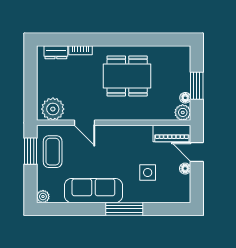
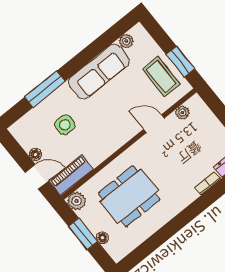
dining table: (127, 76) -> (129, 196), moved
floor lamp: (185, 98) -> (103, 238), moved
plant: (53, 109) -> (182, 113), width x0.53, depth x0.53
plant: (43, 197) -> (126, 41), moved
window: (124, 209) -> (45, 89), moved

